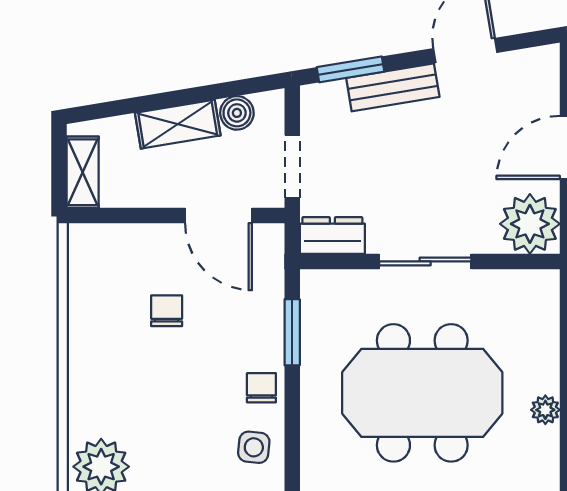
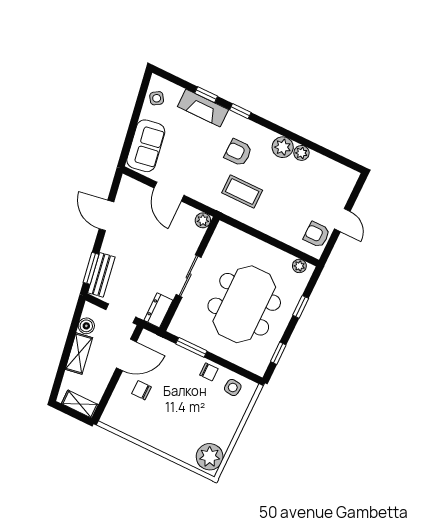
bench: (393, 87) -> (101, 275), moved
plant: (530, 224) -> (203, 220), width x0.53, depth x0.53
chair: (167, 311) -> (141, 390), moved
chair: (261, 388) -> (209, 372), turned 180
plant: (545, 410) -> (299, 266), moved

